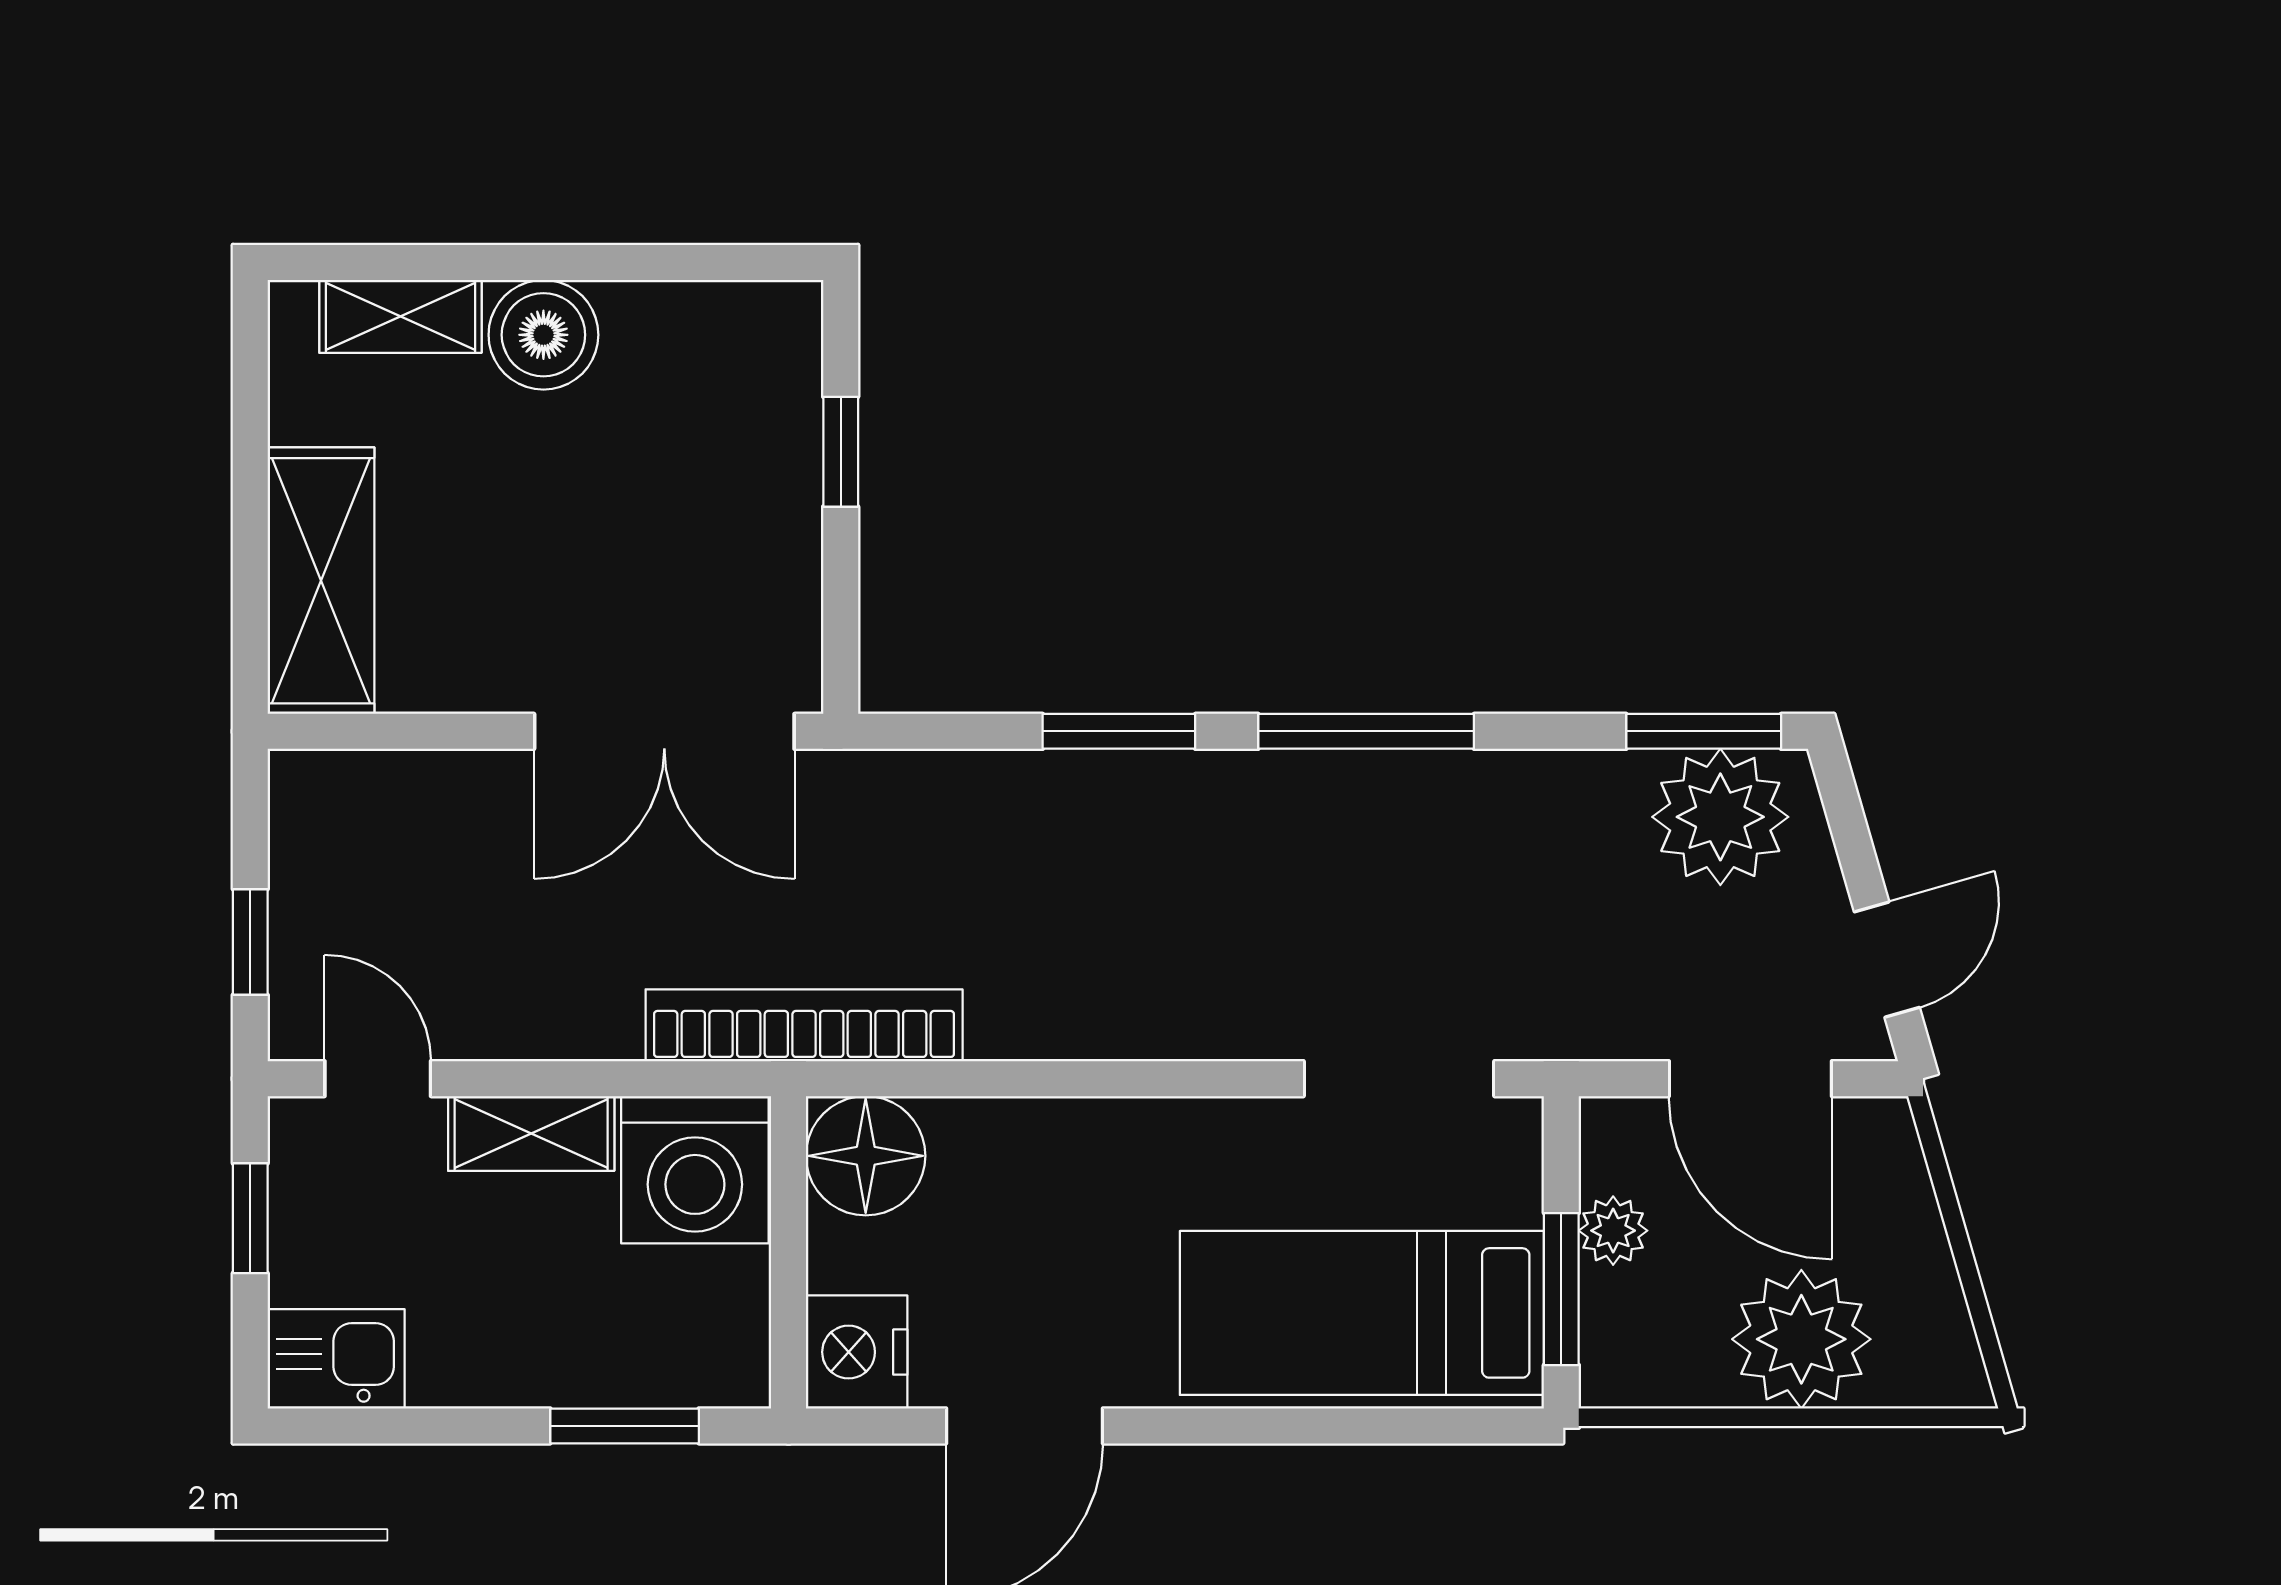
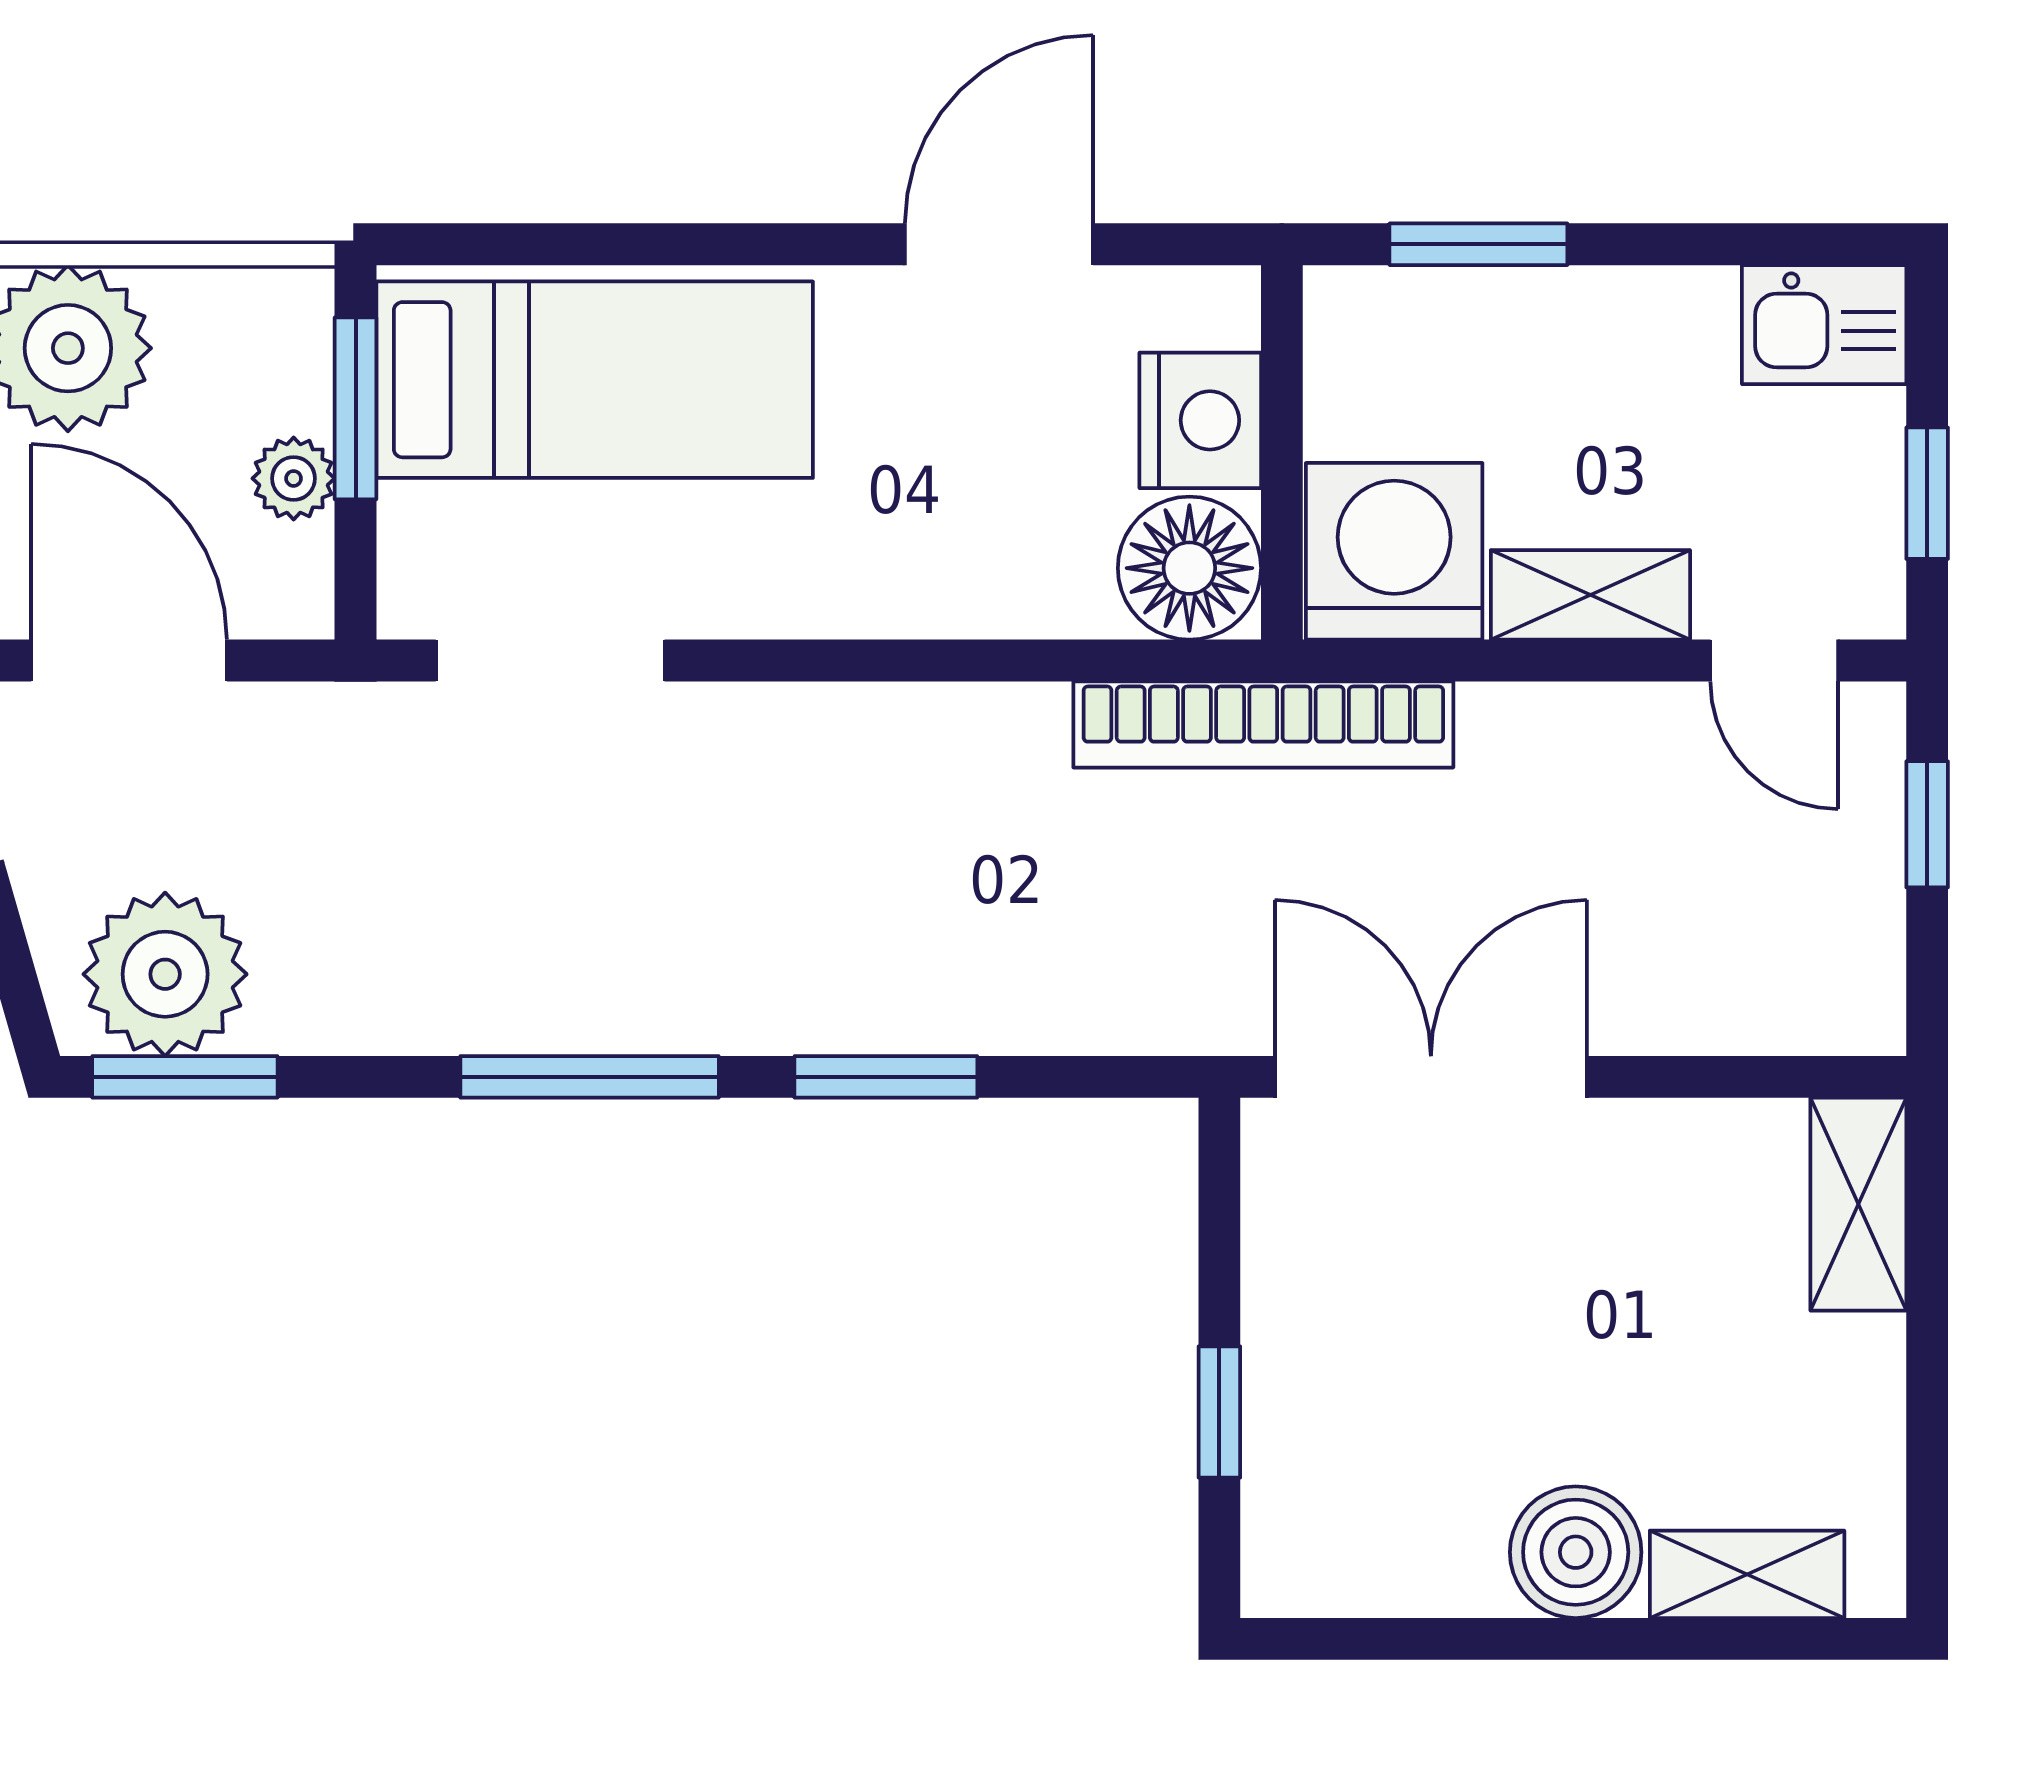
shelving: (321, 581) -> (1858, 1204), width x0.67, depth x0.75
nightstand: (857, 1352) -> (1200, 420), moved

